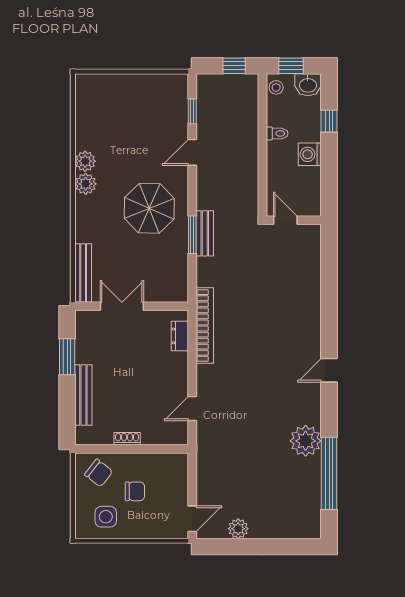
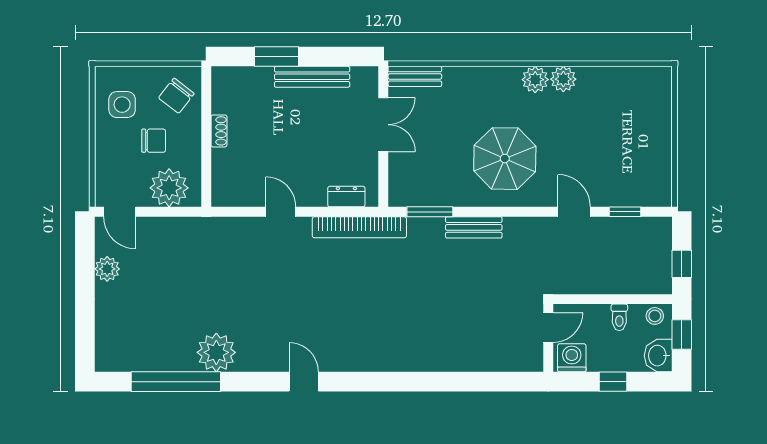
toilet: (277, 133) -> (619, 317), moved
door: (285, 220) -> (548, 327), moved
wall: (294, 220) -> (548, 338), moved
window: (192, 235) -> (430, 212), moved
bench: (83, 273) -> (415, 76), width x0.73
window: (67, 357) -> (276, 57), moved
bench: (83, 395) -> (312, 77), moved
door: (192, 409) -> (281, 212), moved
plant: (173, 479) -> (169, 188), added
chair: (135, 491) -> (154, 141), turned -90

